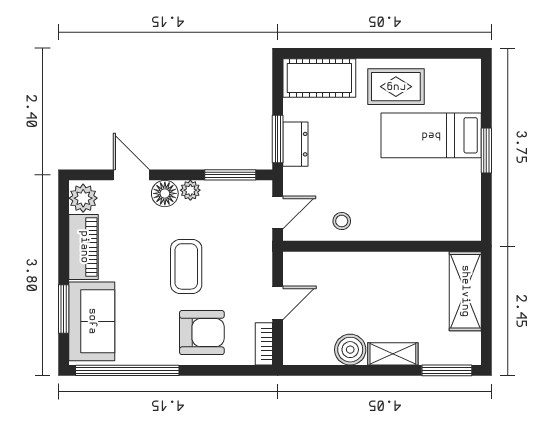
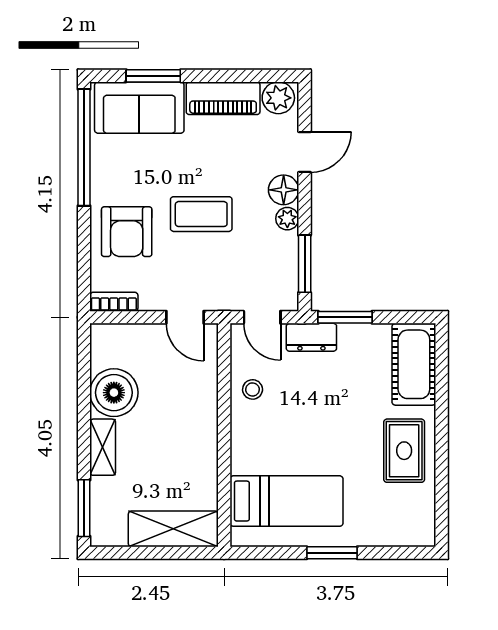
bed: (431, 135) -> (286, 501), moved, turned 90
dresser: (295, 144) -> (311, 337), moved
door: (278, 303) -> (185, 317), moved
boiler: (350, 350) -> (114, 393), width x1.37, depth x1.37

